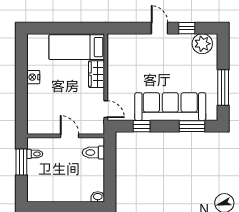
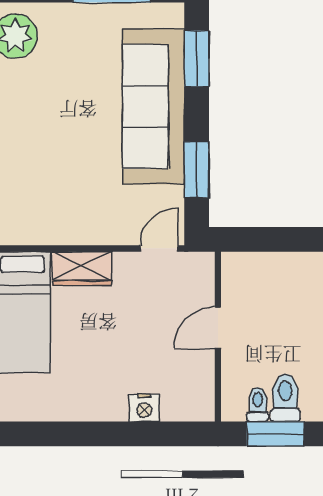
nightstand: (33, 77) -> (144, 408), moved
window: (142, 126) -> (197, 170), width x1.50
toilet: (93, 153) -> (285, 398), moved, turned 180

